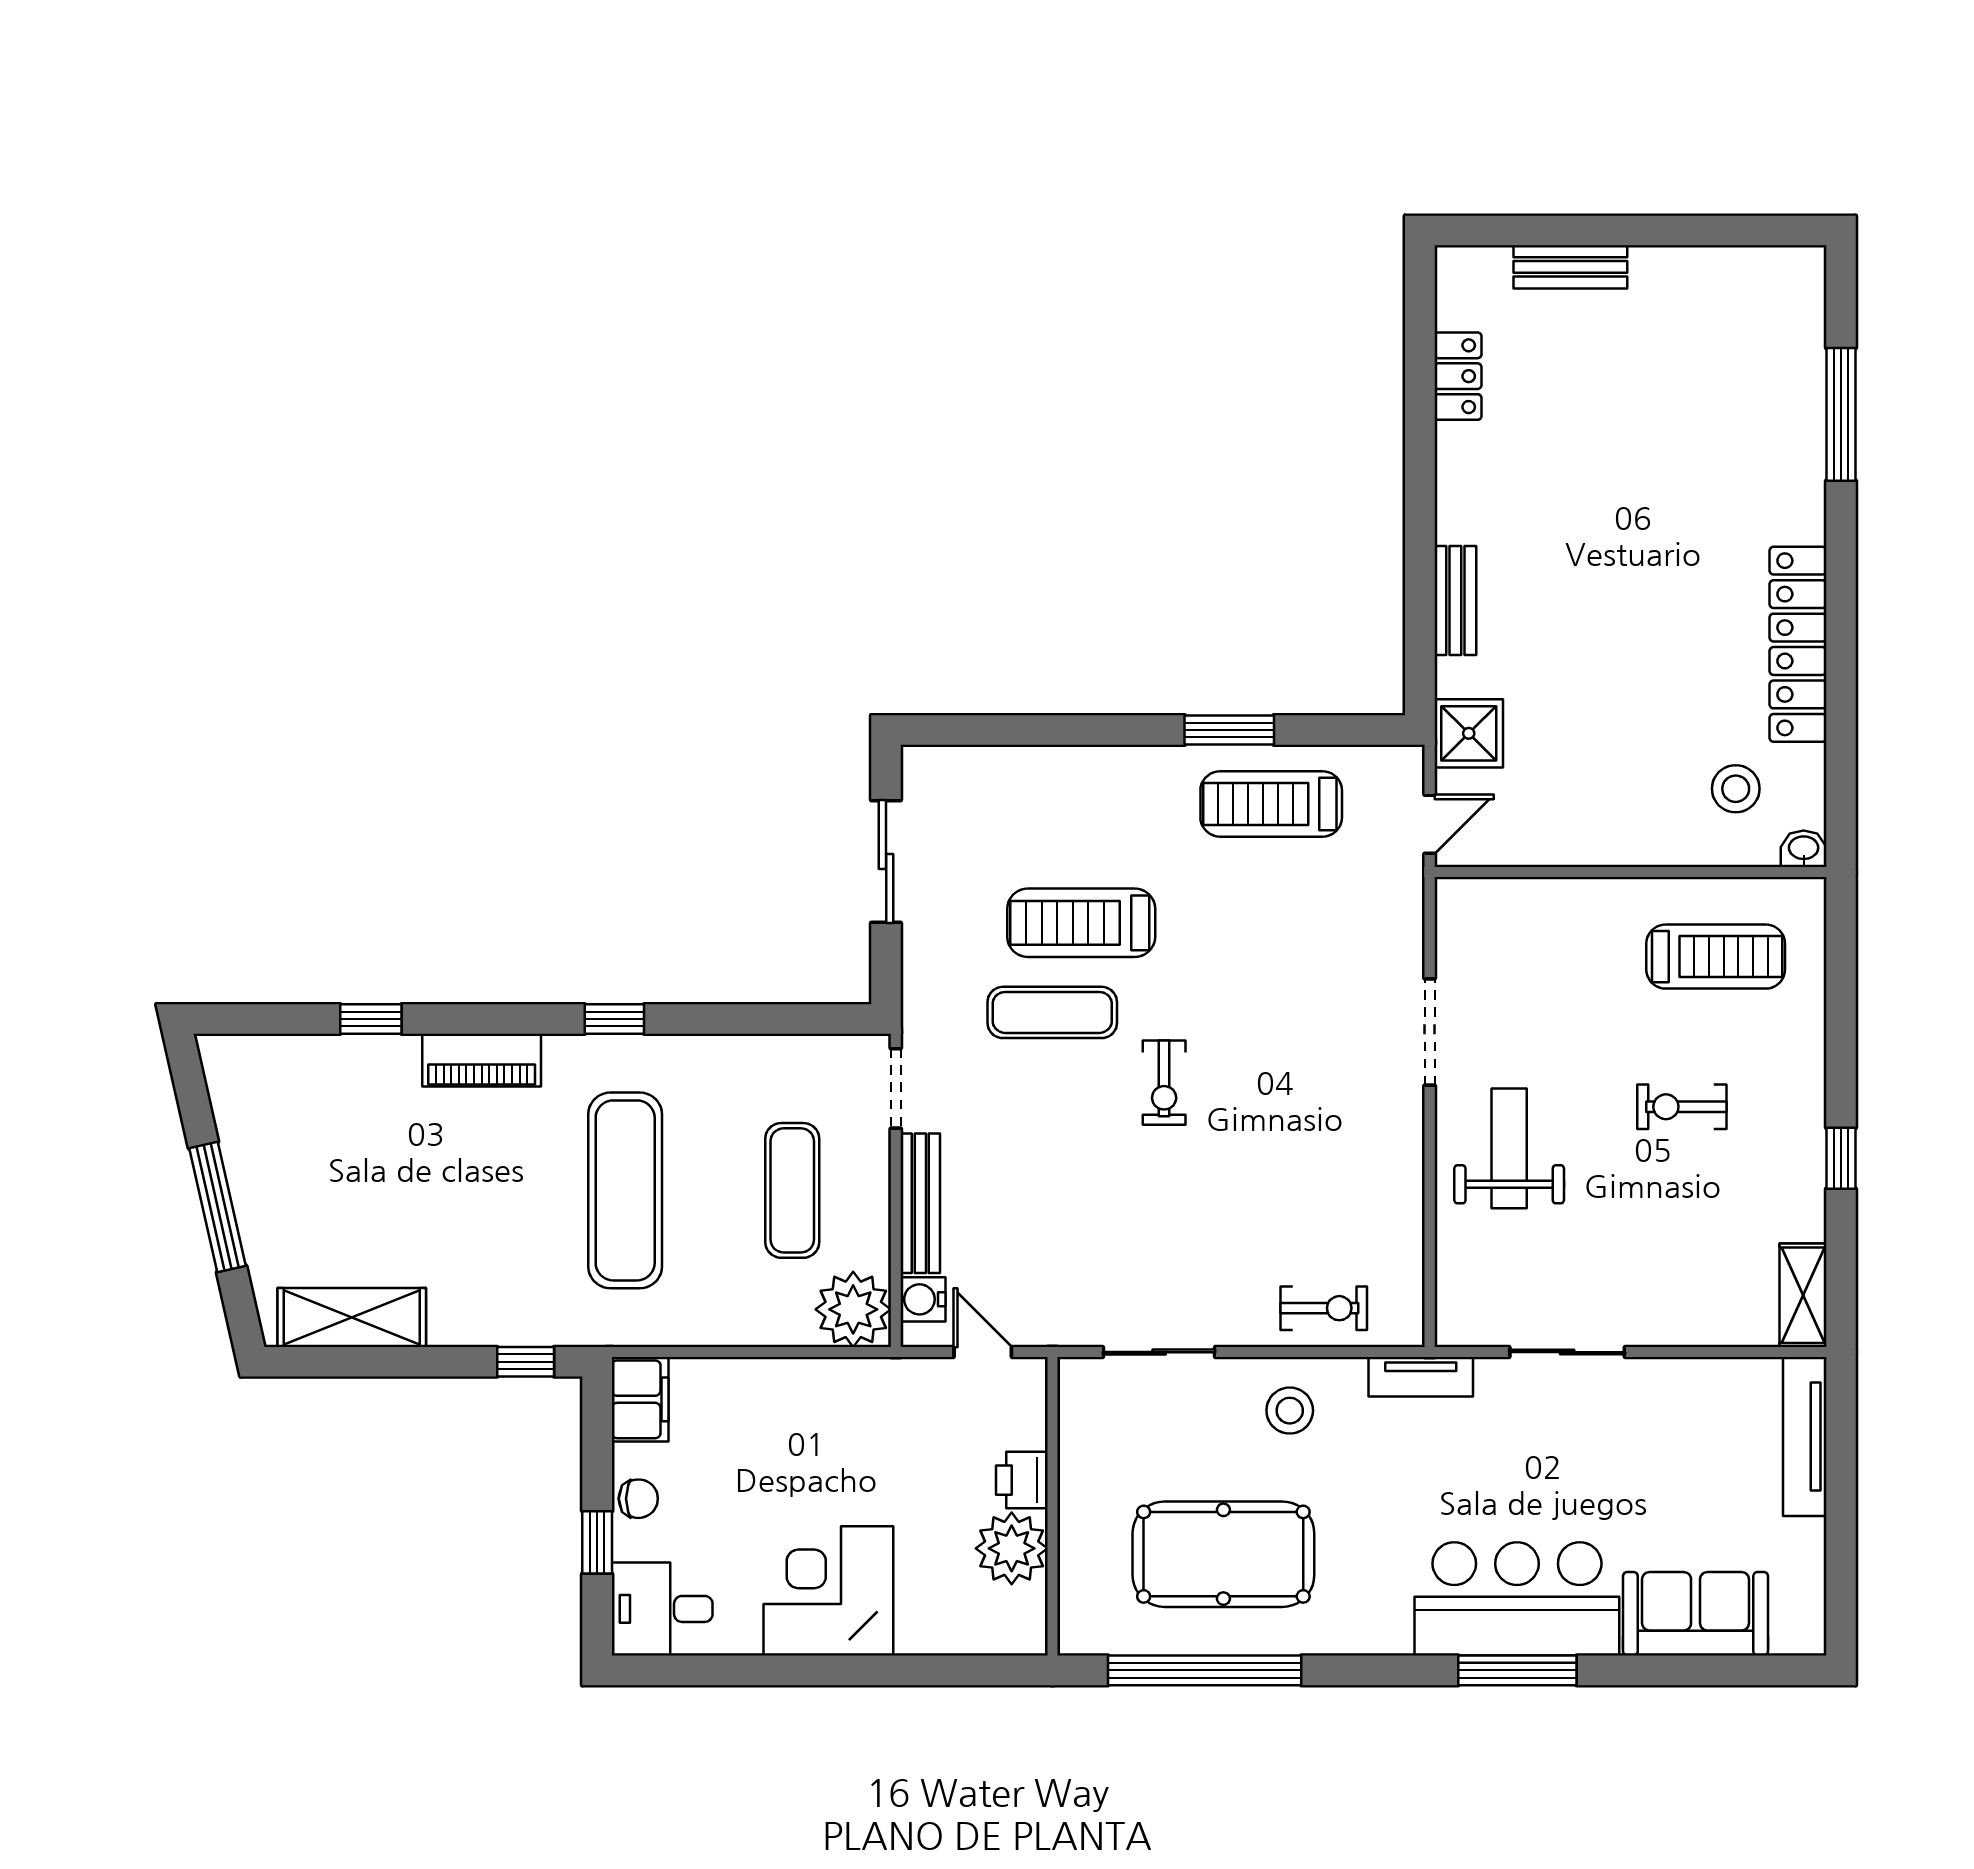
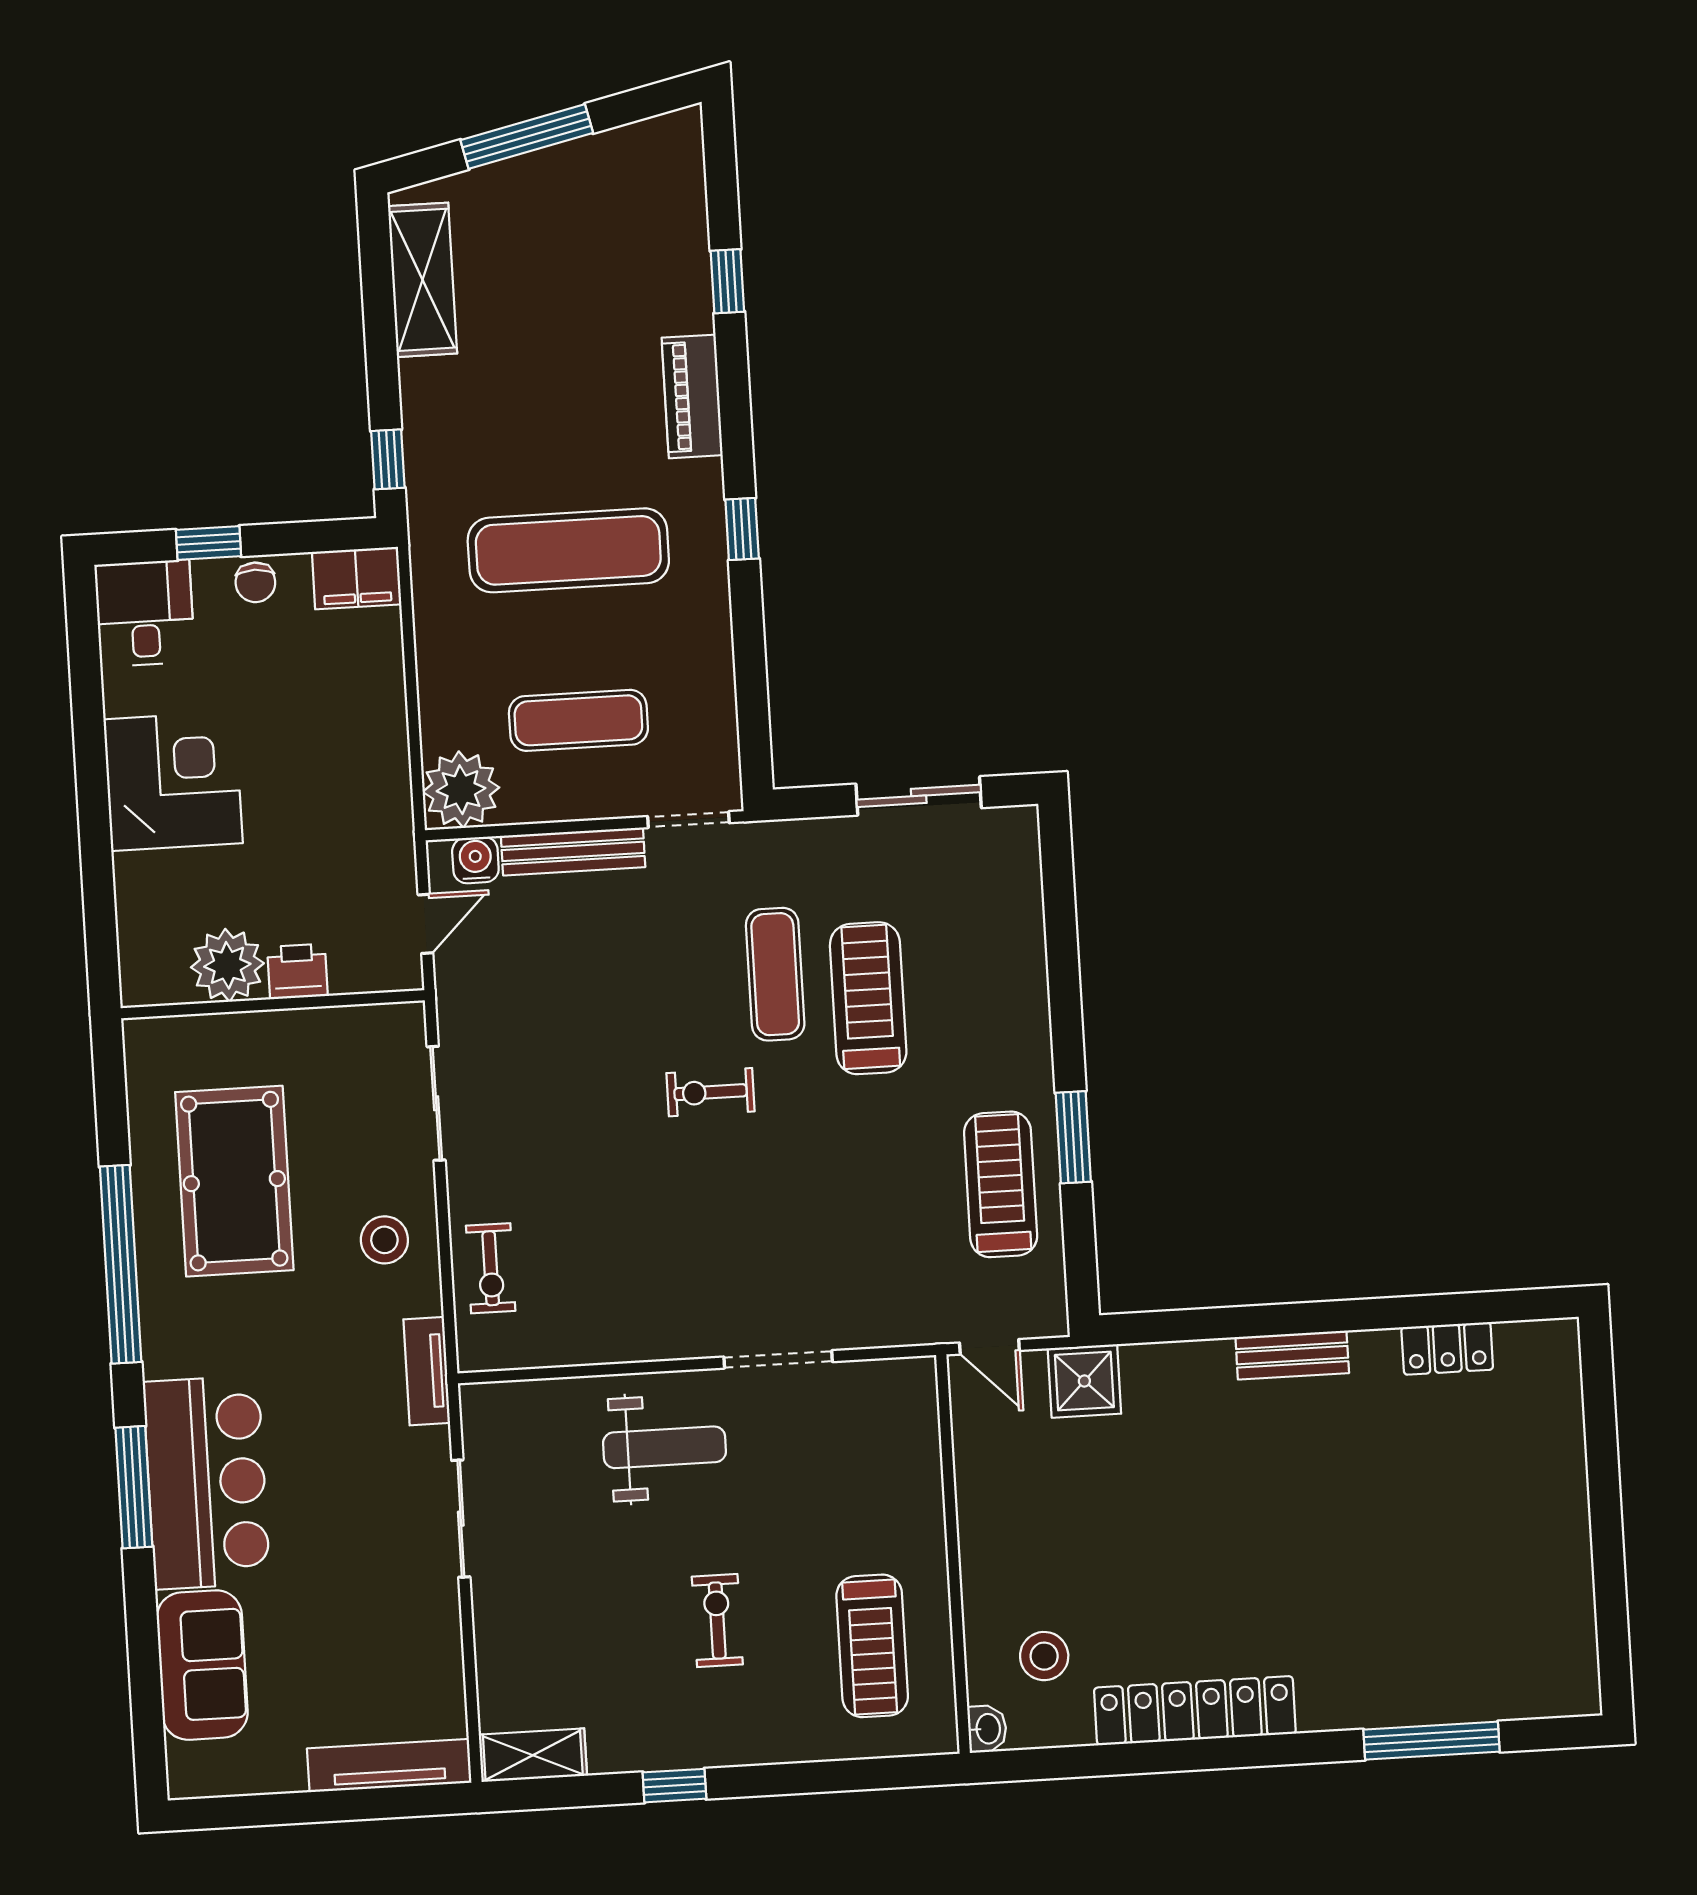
bench: (1570, 267) -> (1565, 1456), removed
bench: (1455, 601) -> (1292, 1355), moved
window: (1205, 1670) -> (121, 1264), moved

